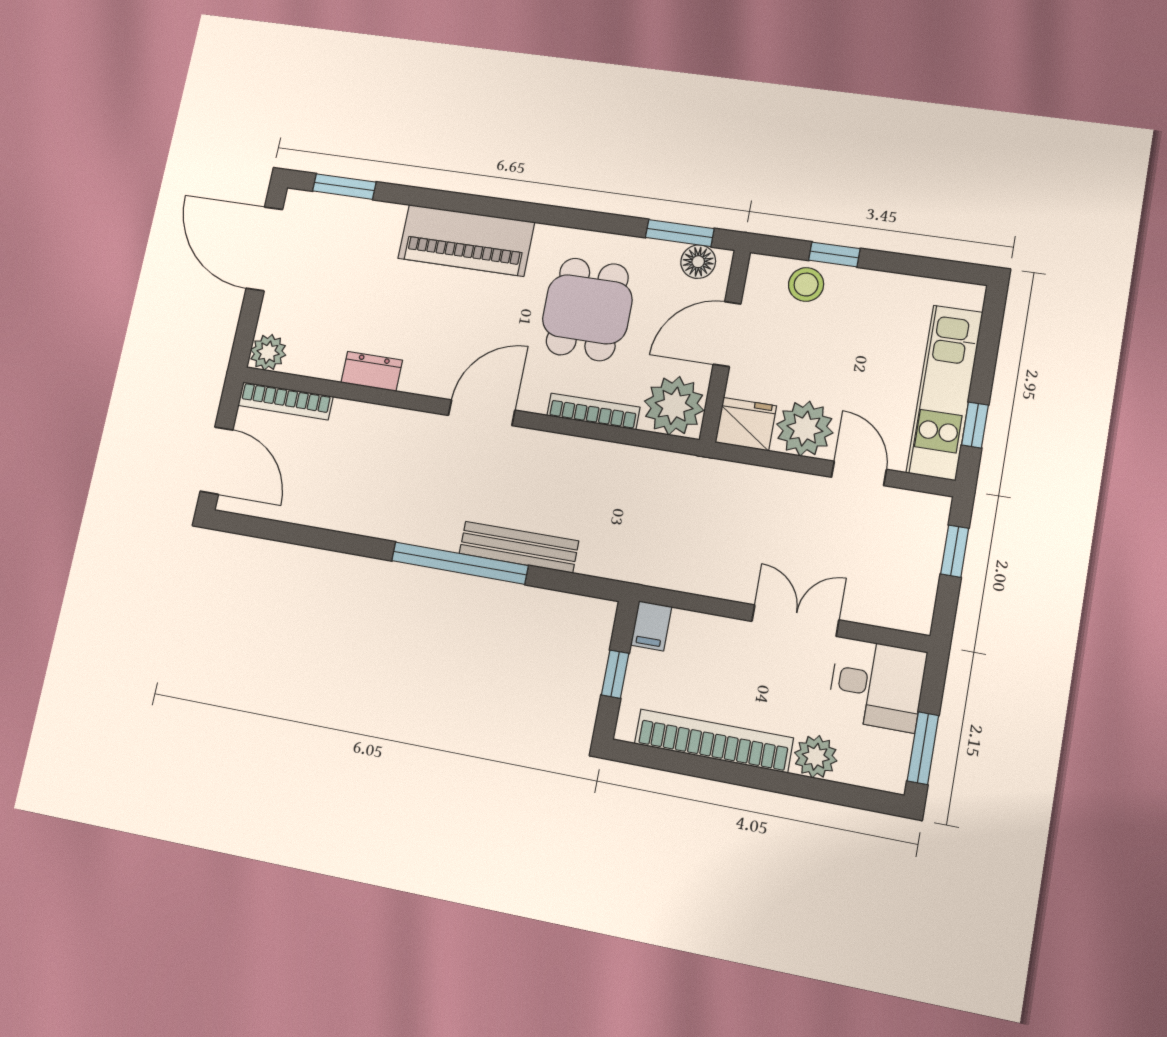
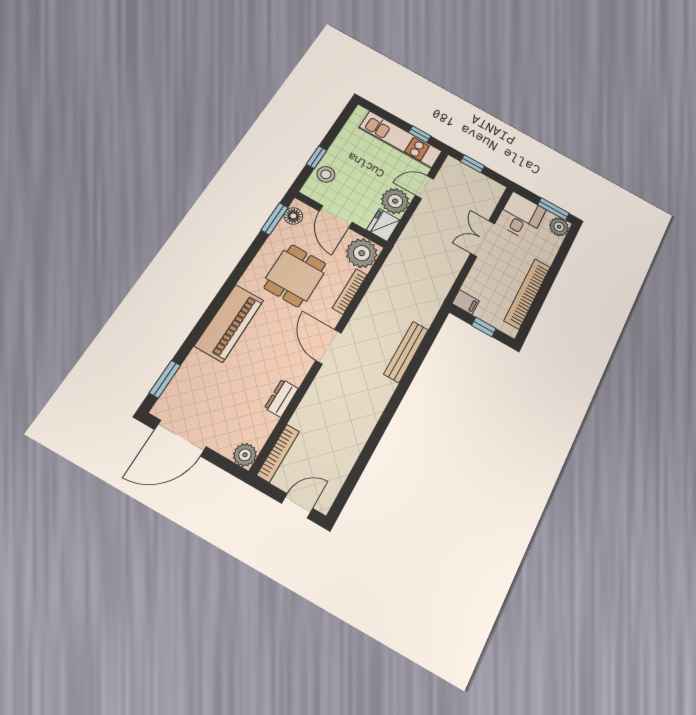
dining table: (587, 309) -> (295, 276), turned 90
door: (217, 461) -> (297, 506), width x0.73
window: (460, 563) -> (404, 385), removed
plant: (816, 757) -> (559, 227), moved

